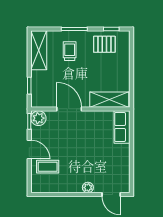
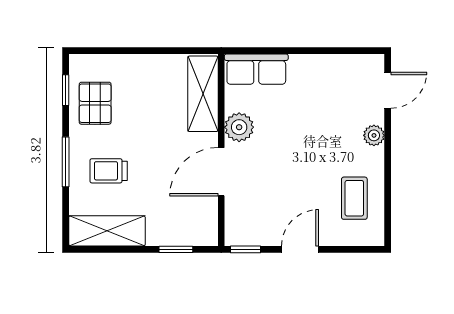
plant: (38, 118) -> (239, 127), moved
coffee table: (48, 167) -> (354, 198), moved

